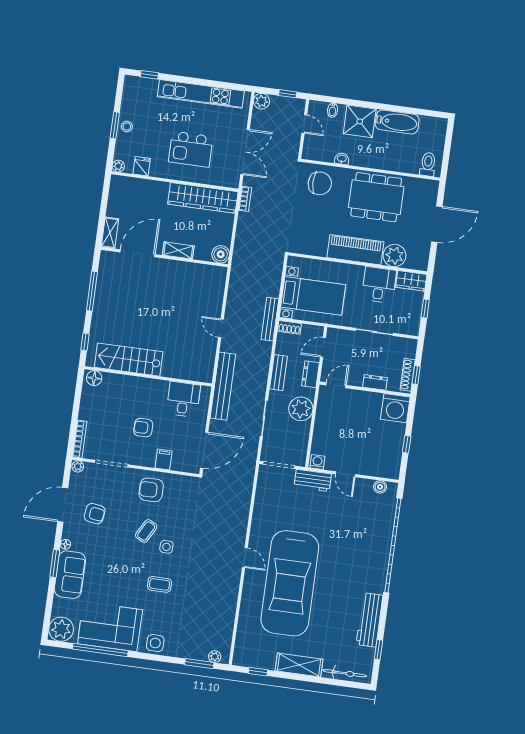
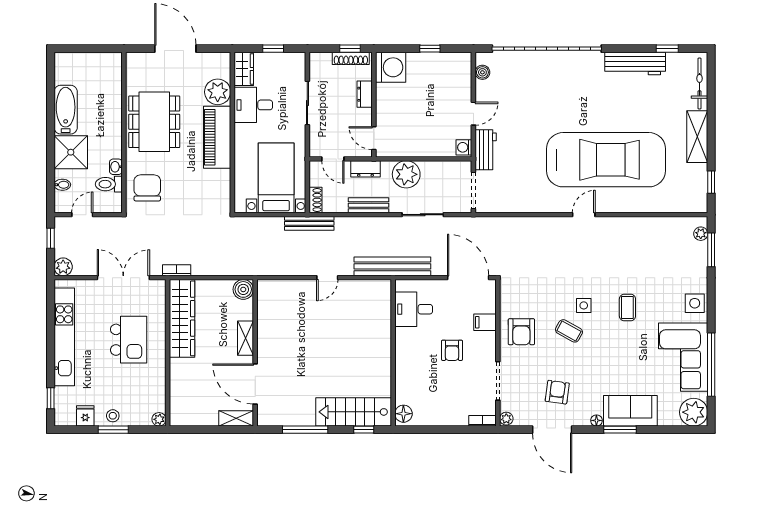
toilet: (428, 164) -> (109, 184), moved
fridge: (142, 166) -> (85, 416), moved, turned 90
stairs: (129, 360) -> (354, 412), moved, turned 90
bookcase: (80, 439) -> (483, 421), width x0.64

